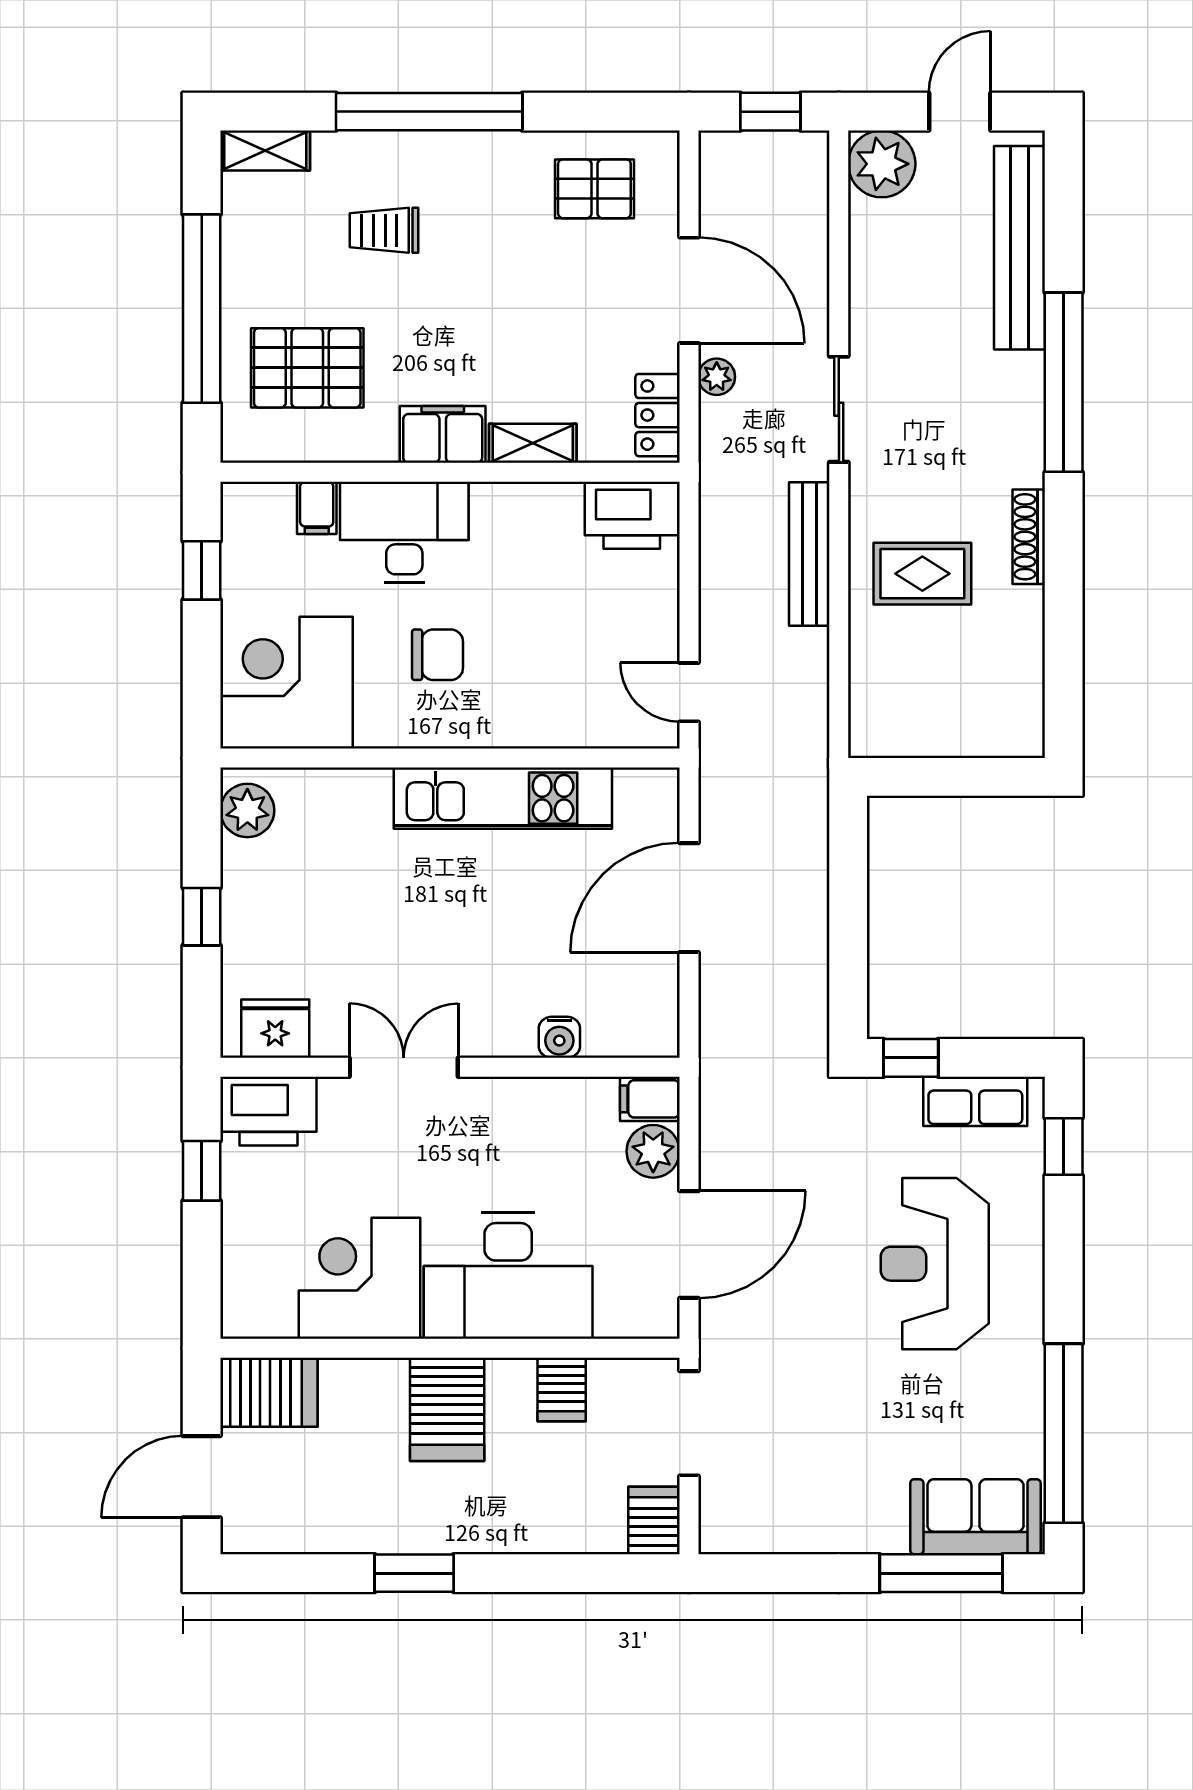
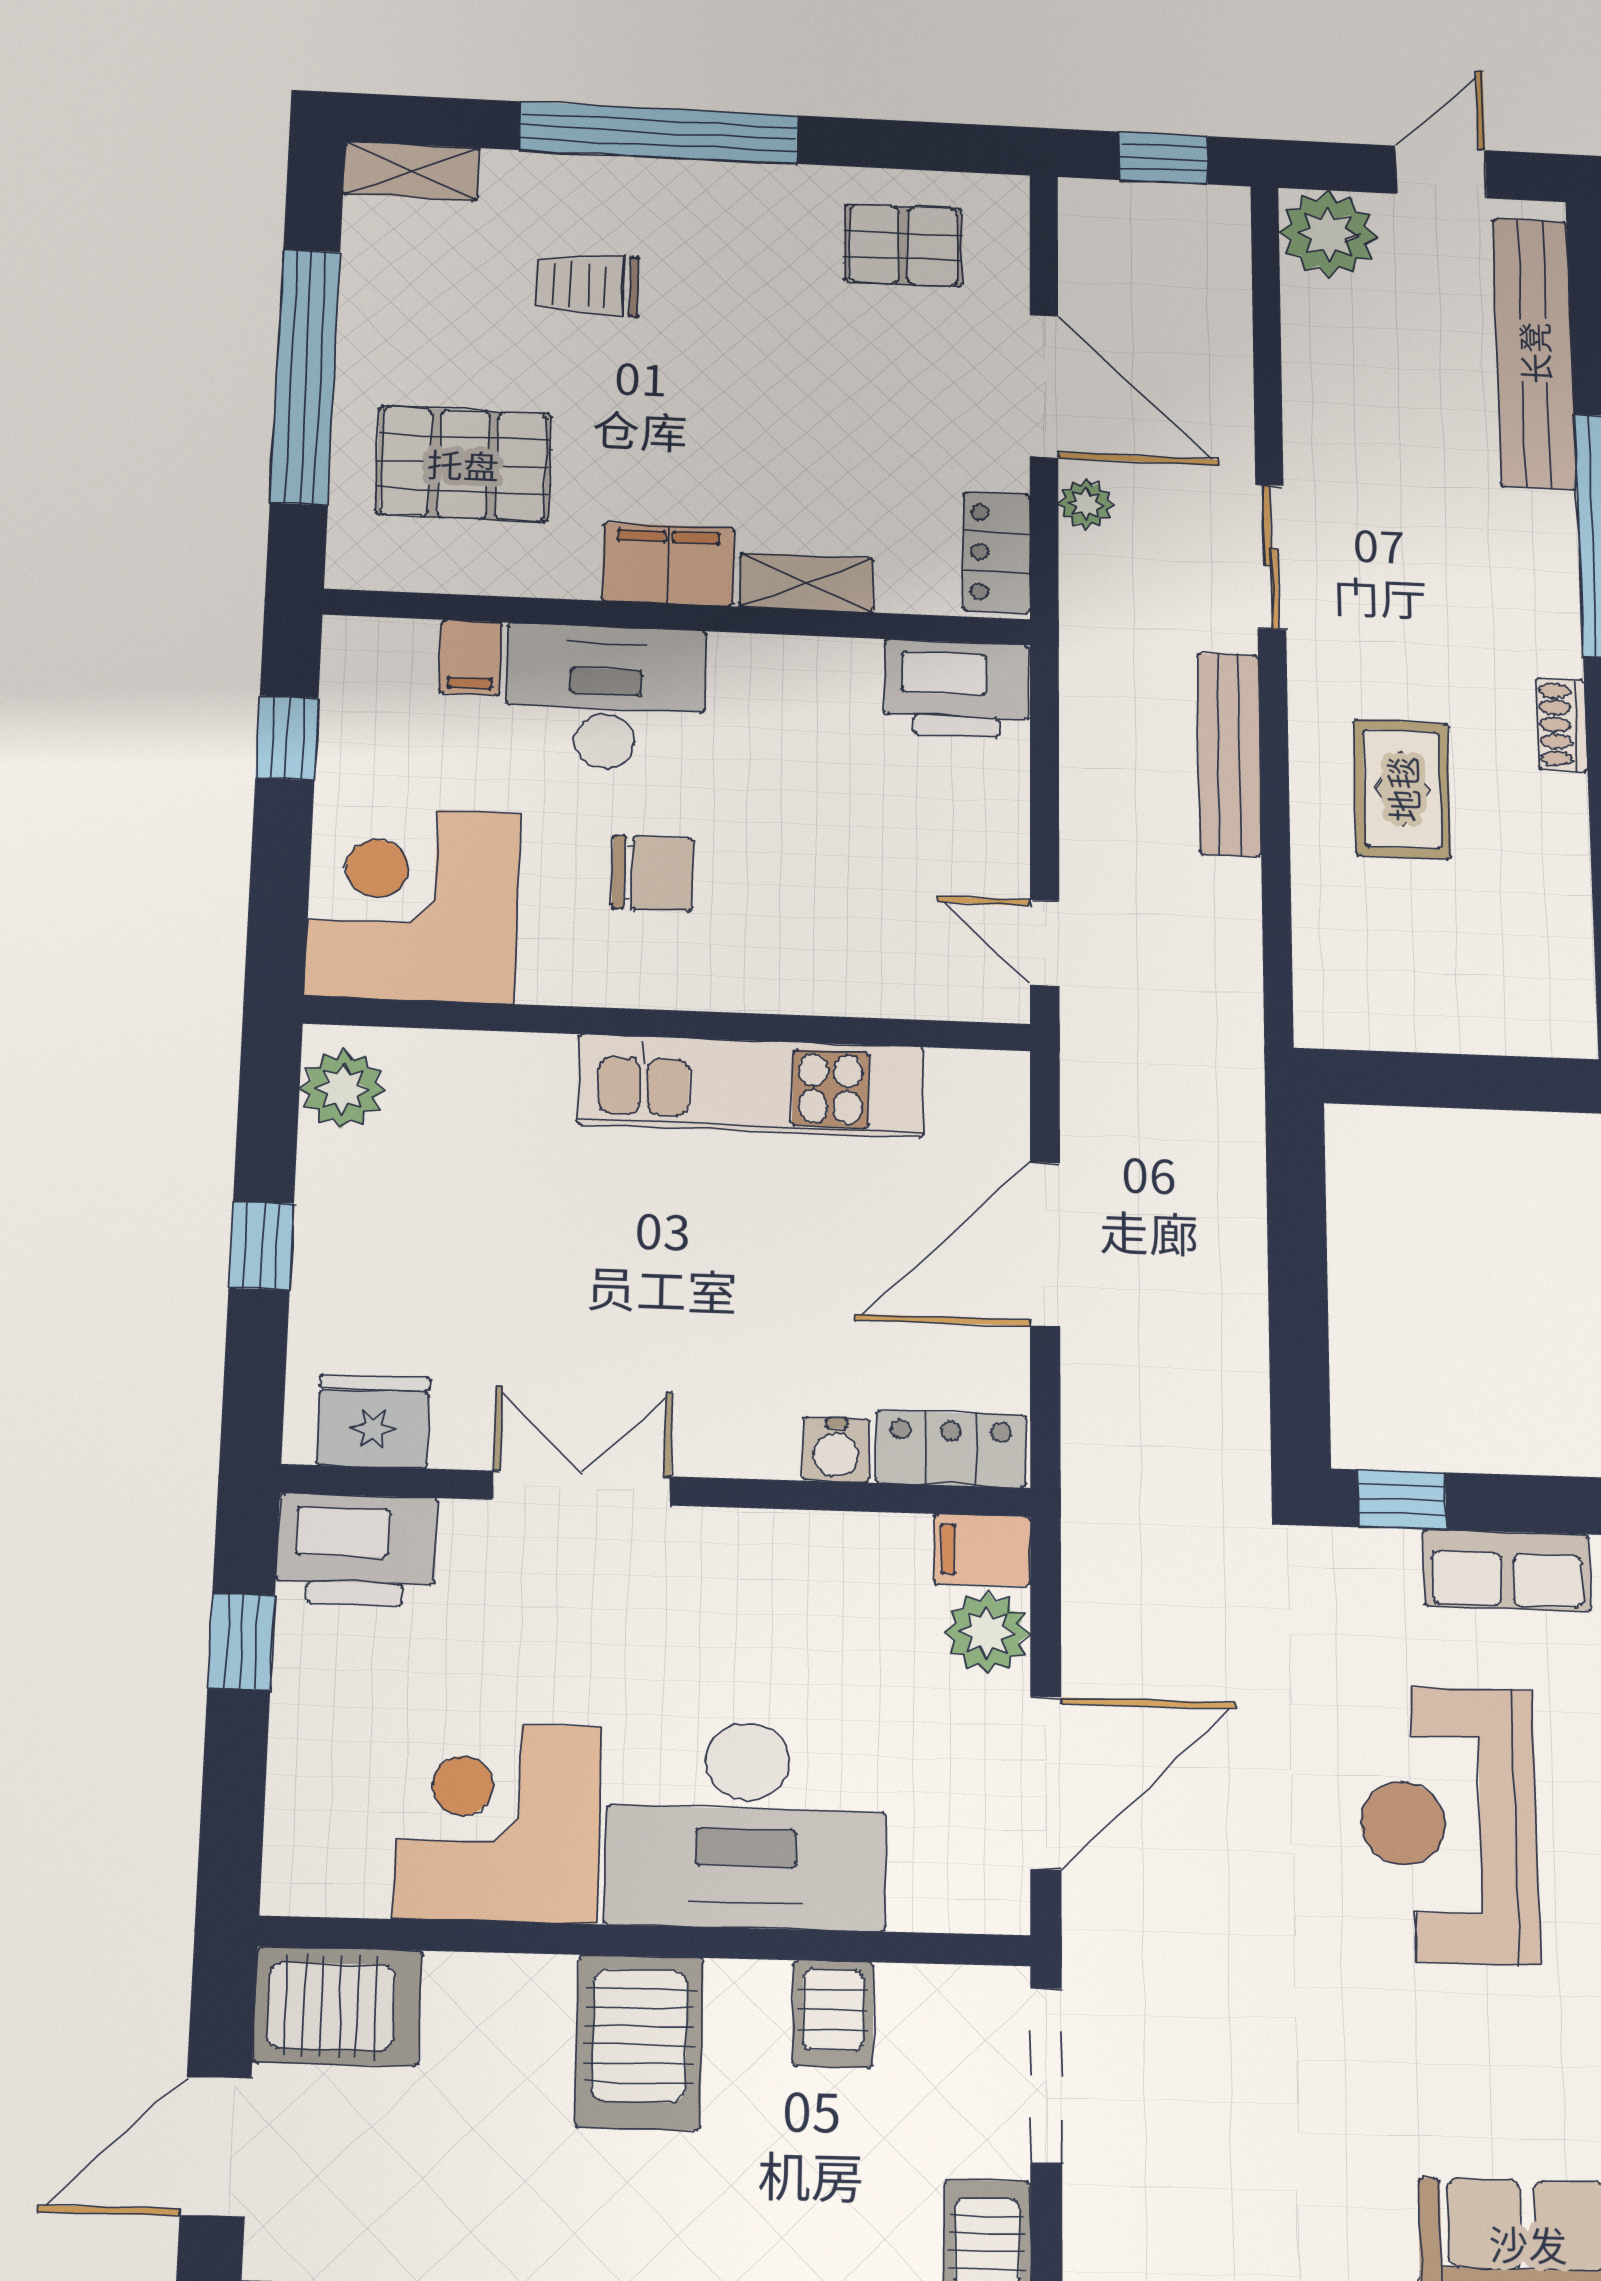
shoe rack: (1029, 537) -> (1561, 725), width x0.70
rug: (922, 574) -> (1402, 789), turned 90
locker: (630, 1034) -> (951, 1449), added

